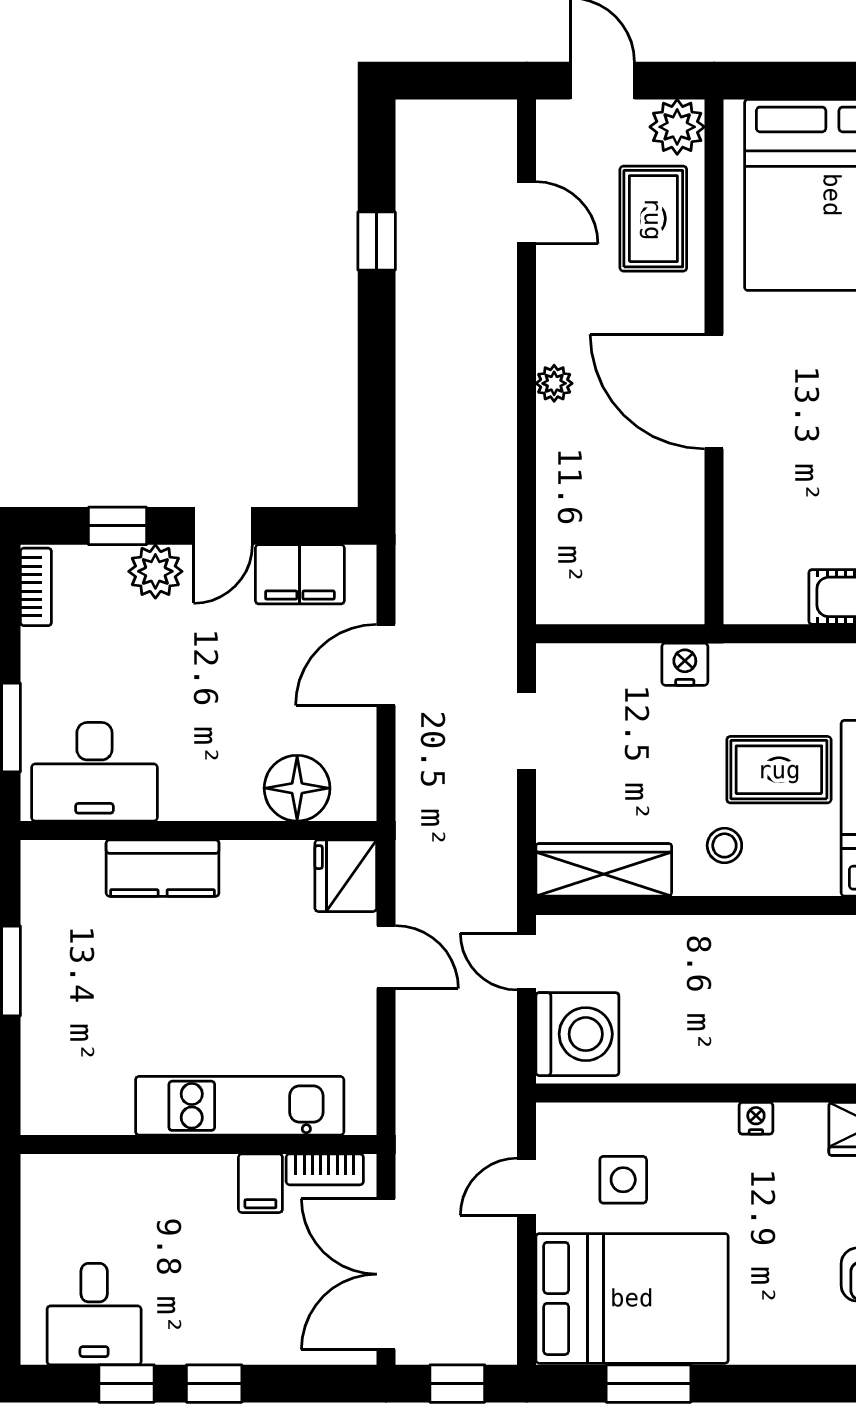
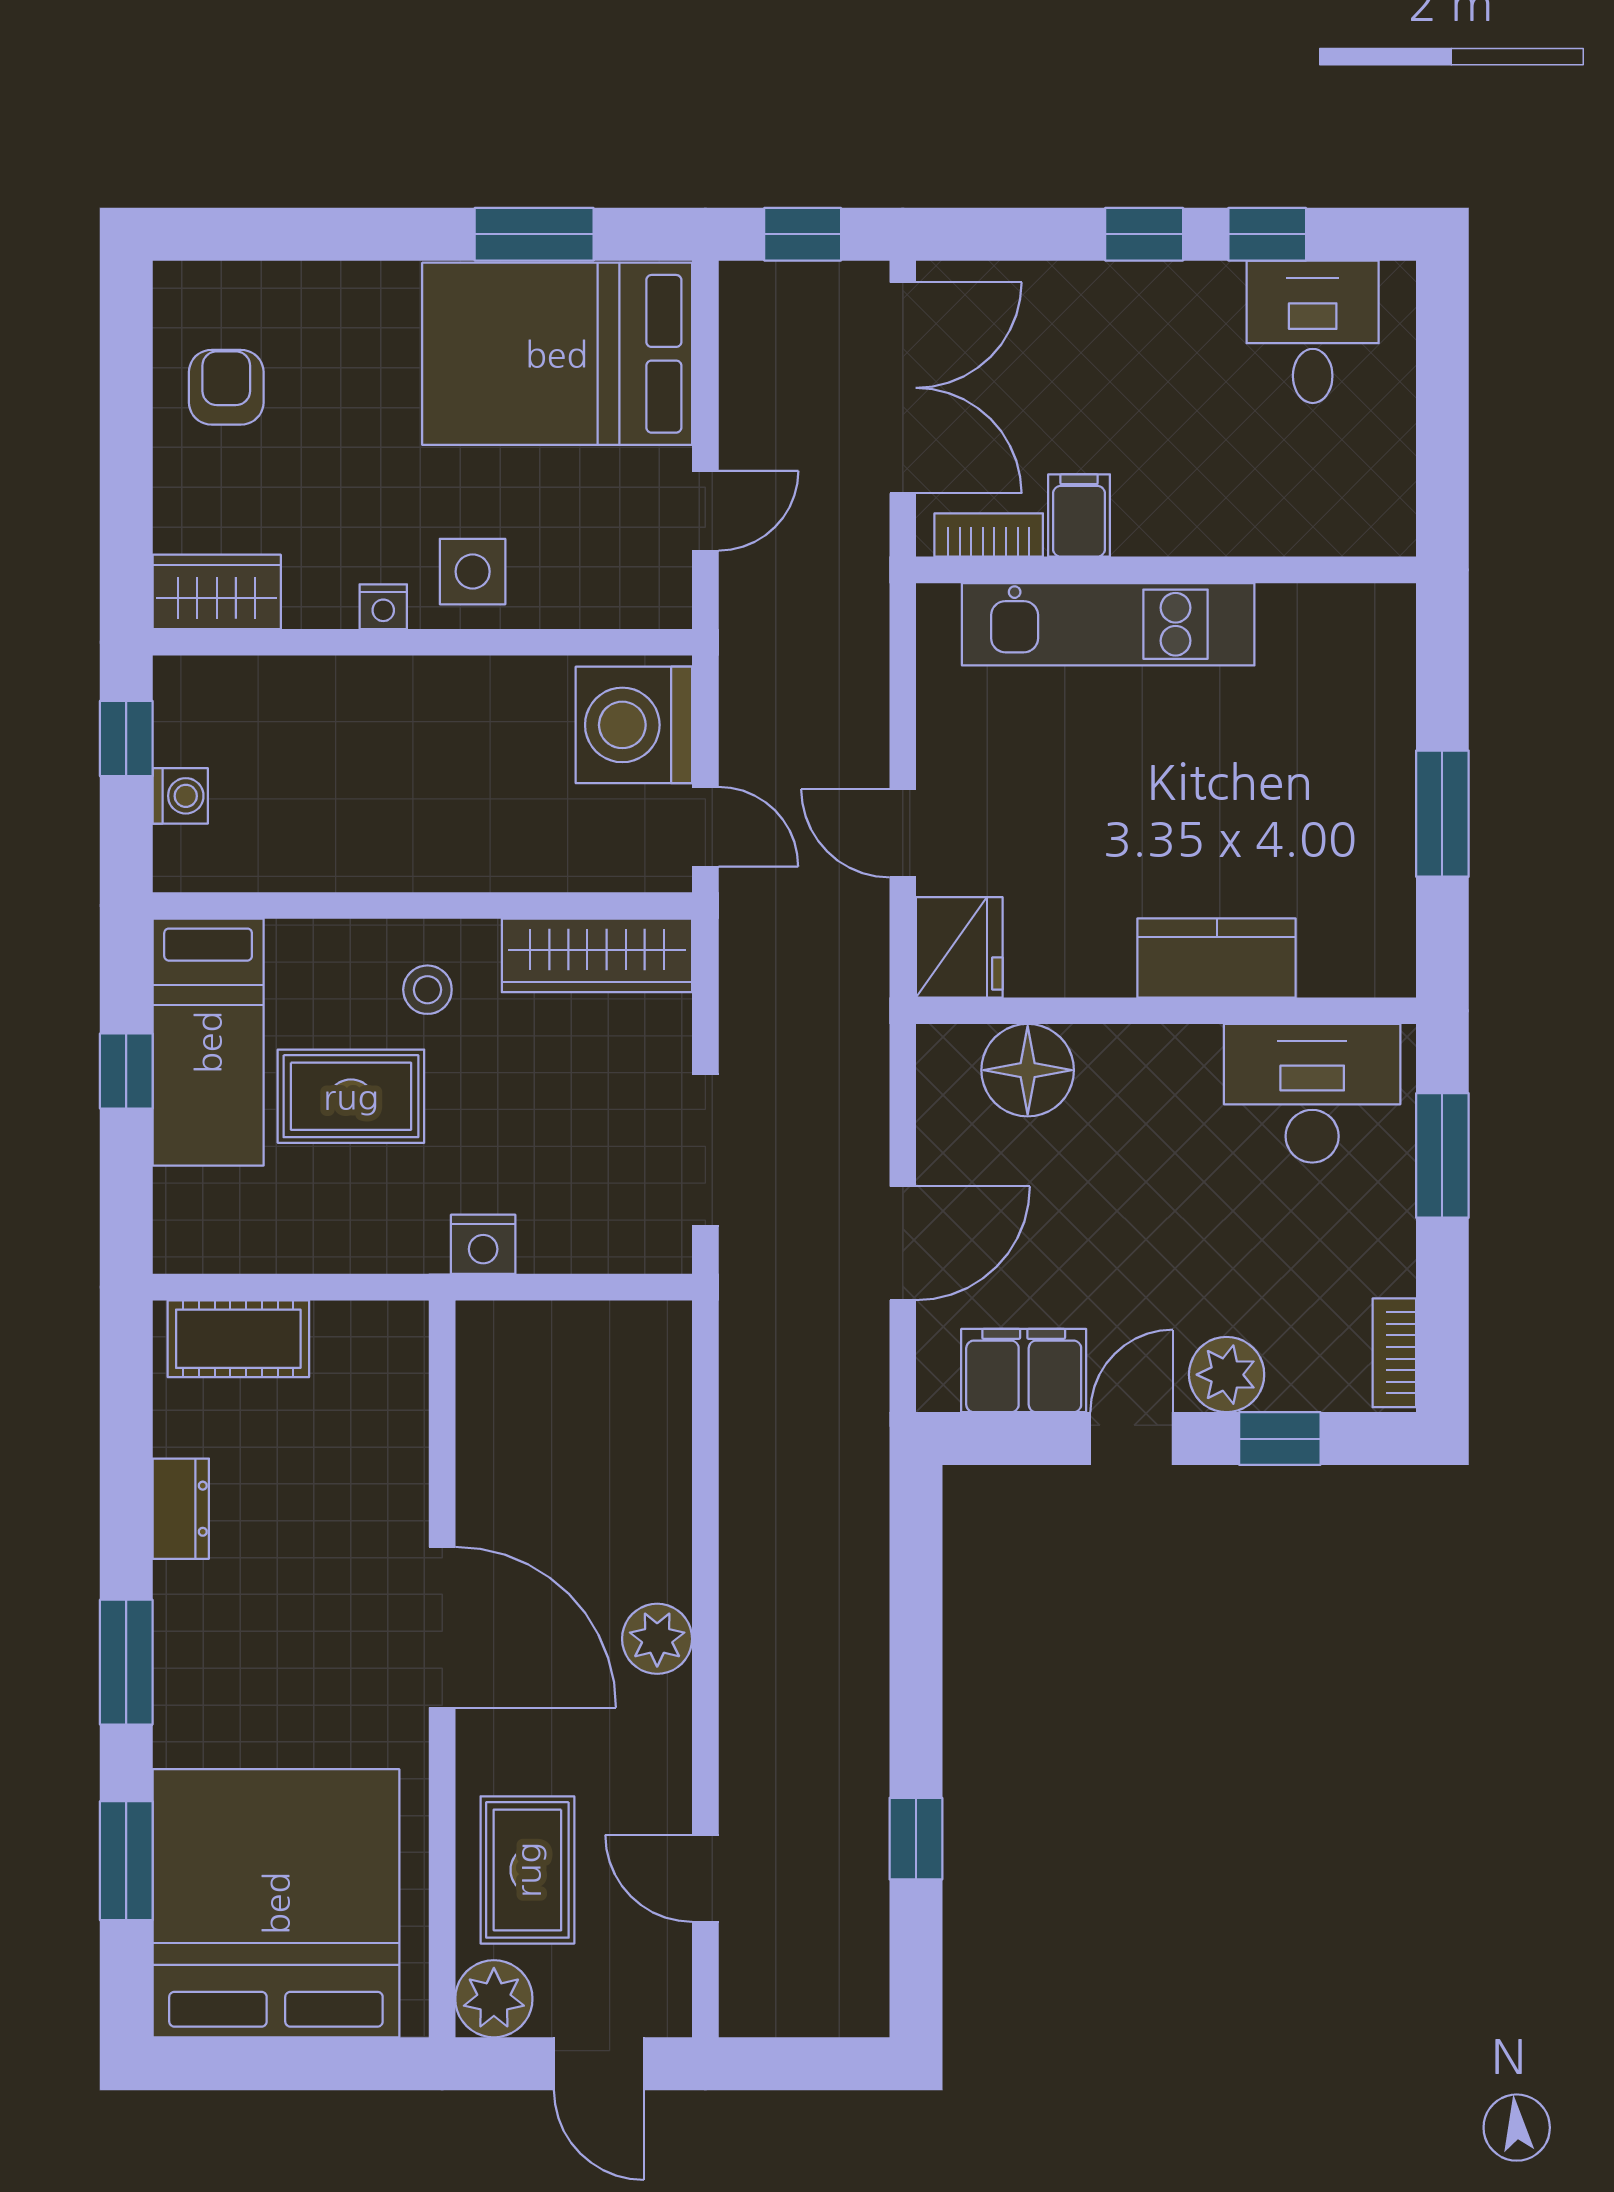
plant: (554, 383) -> (657, 1639), width x1.38, depth x1.38
doorway: (527, 731) -> (705, 1150), width x1.38
side table: (623, 1180) -> (473, 572), moved

